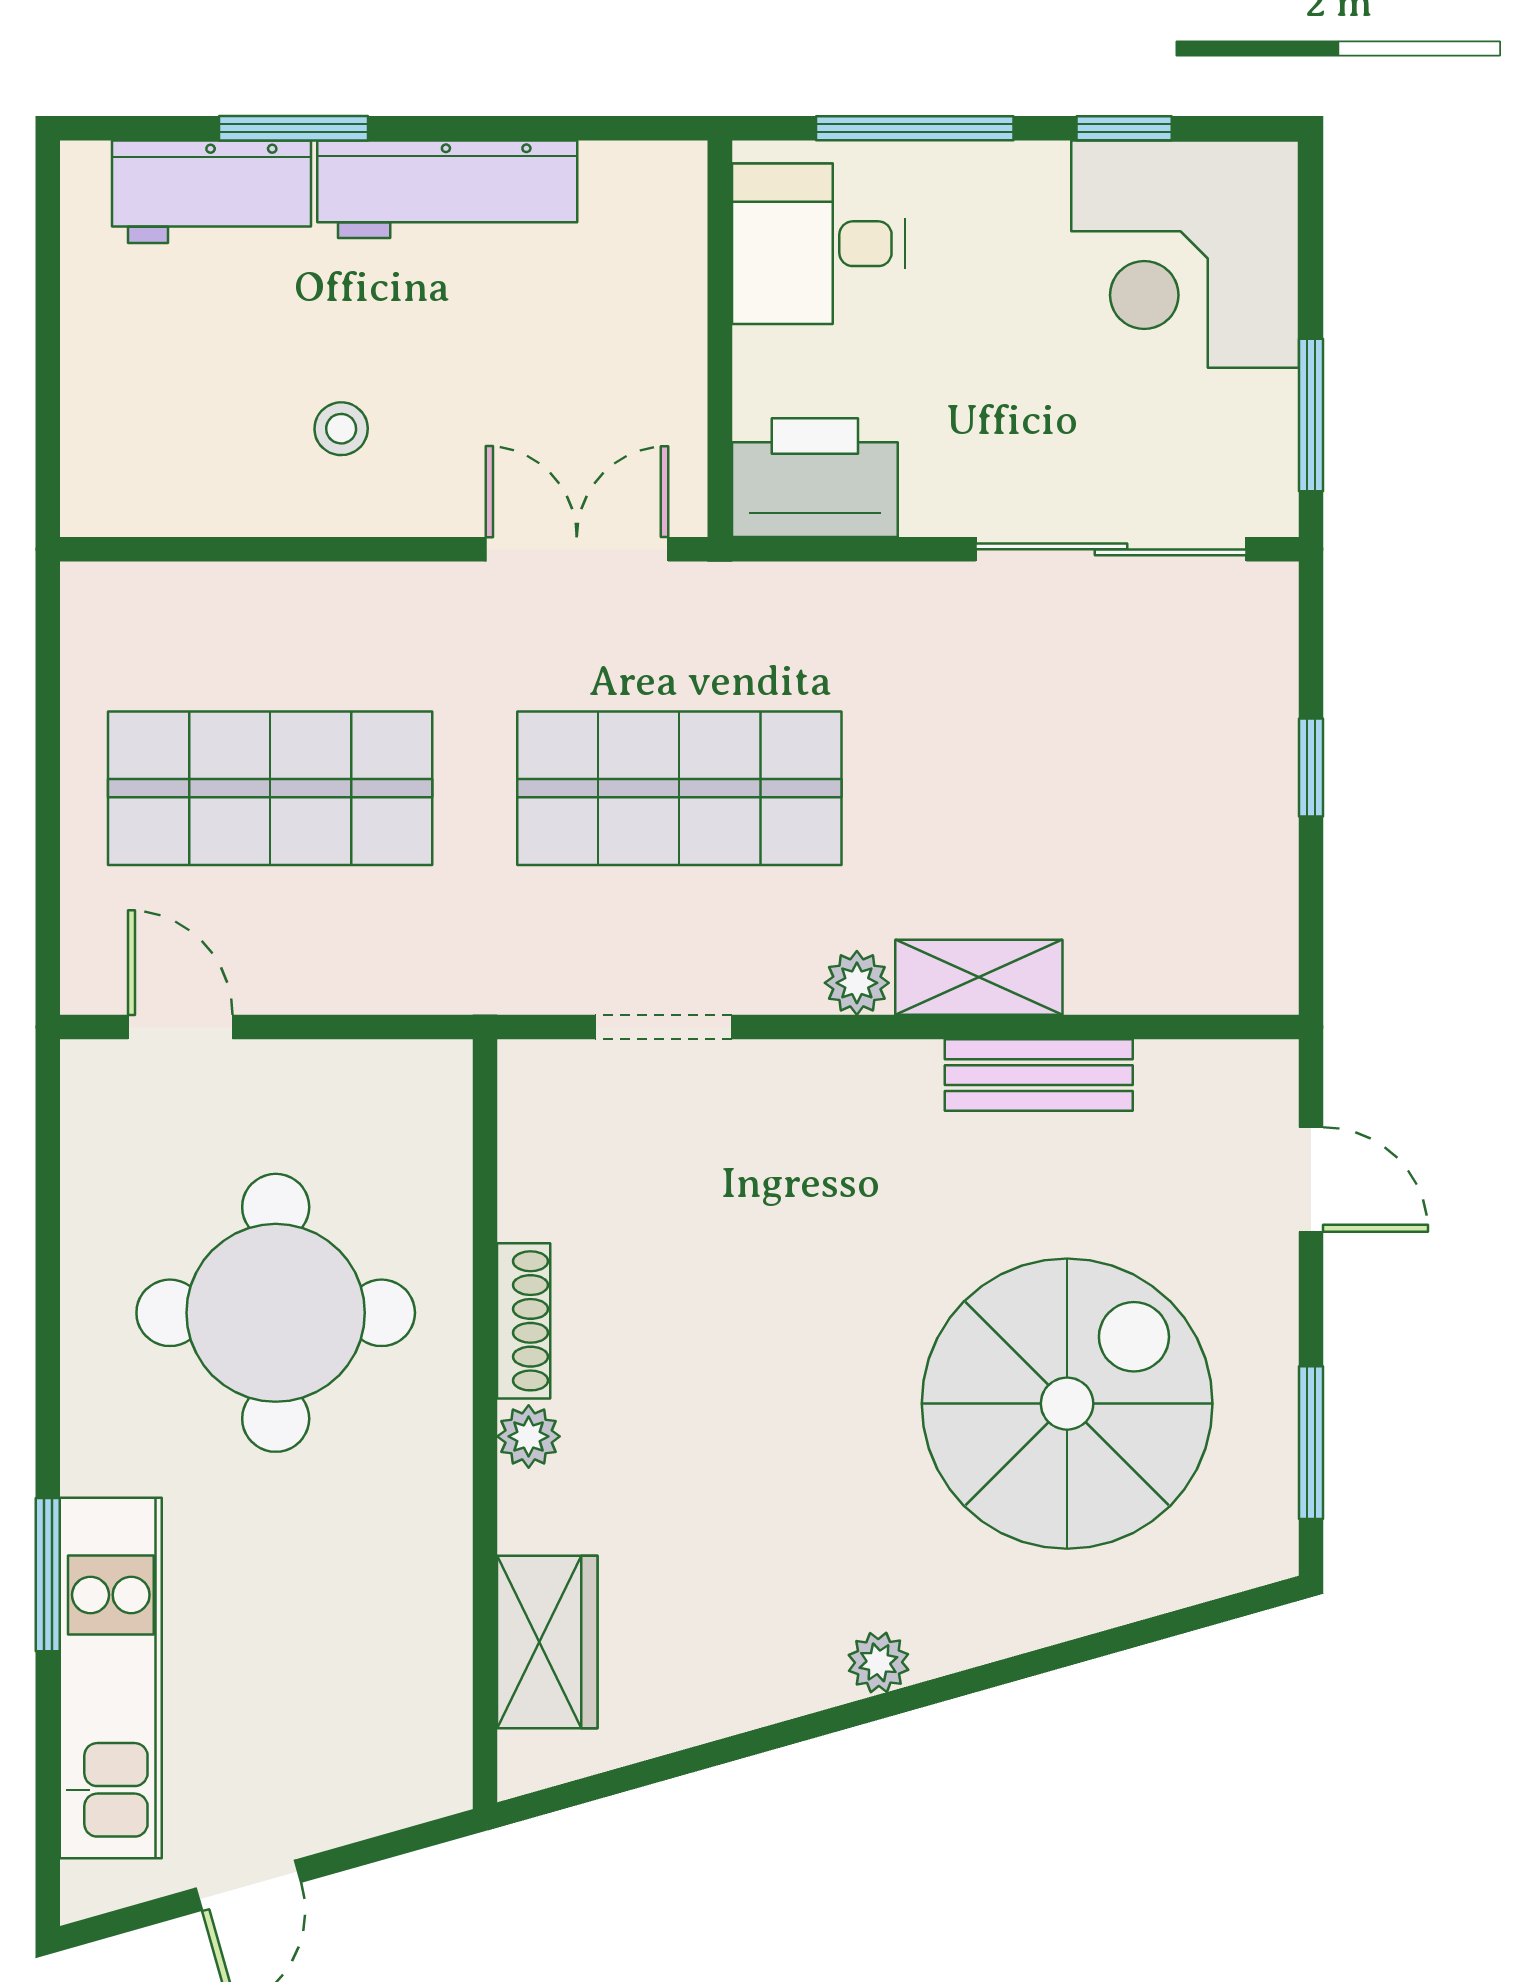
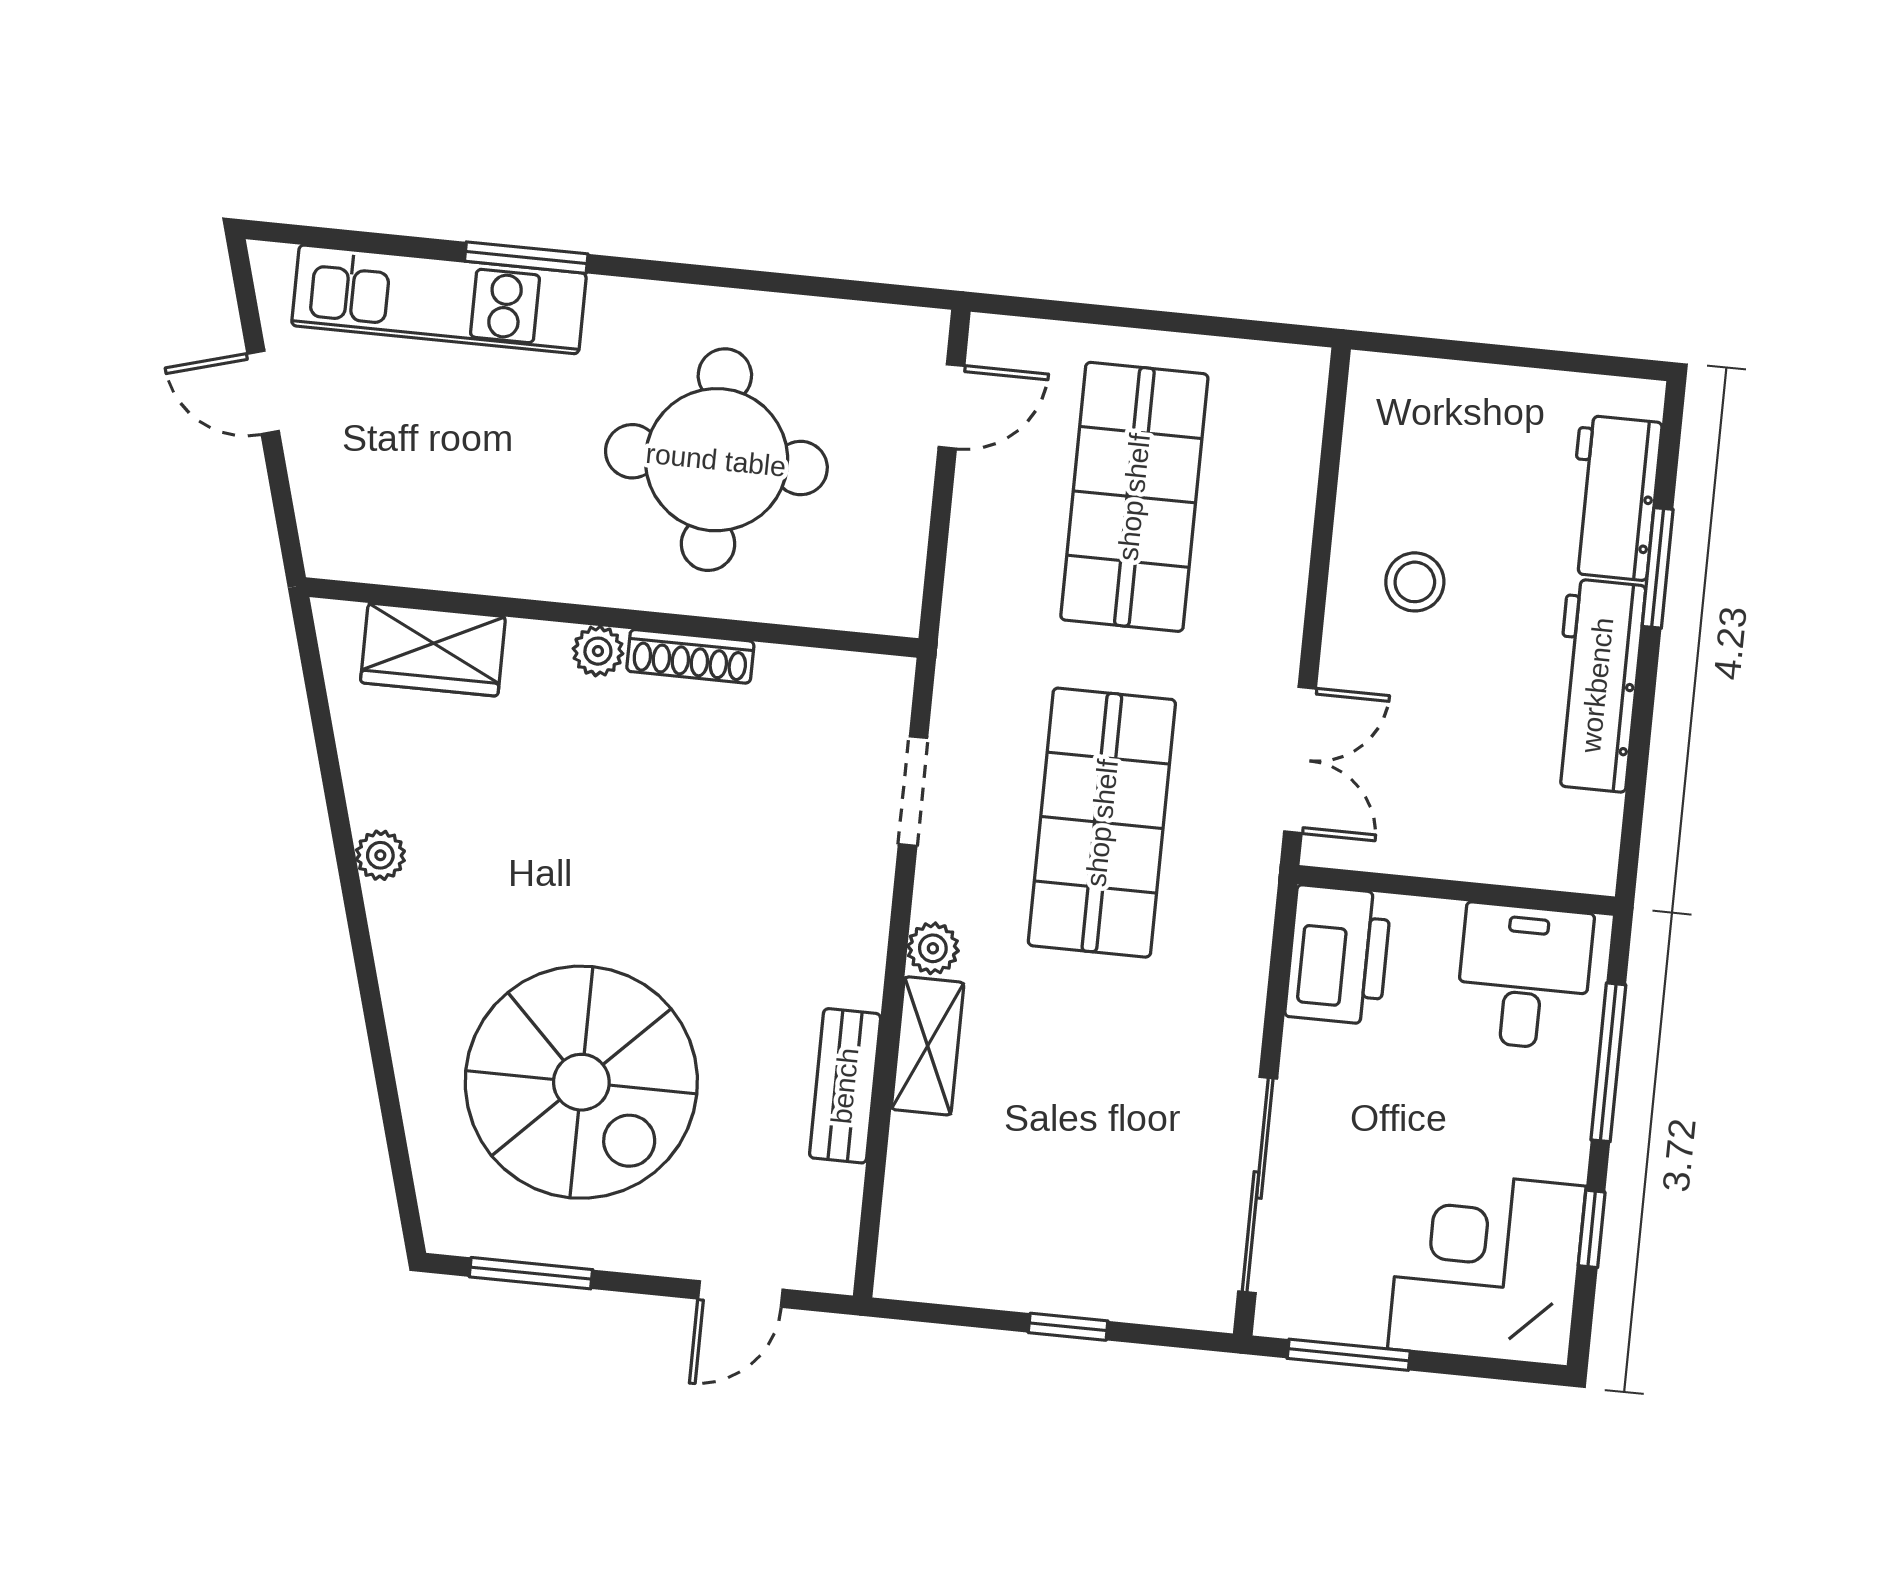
stool: (341, 429) -> (1415, 582), width x1.37, depth x1.37
plant: (878, 1662) -> (380, 855), moved

